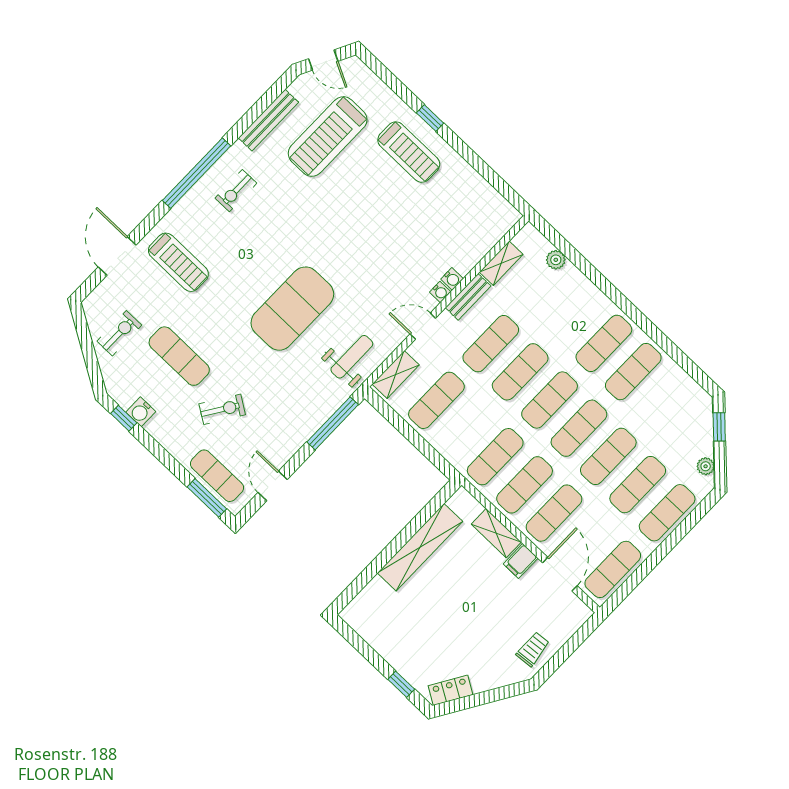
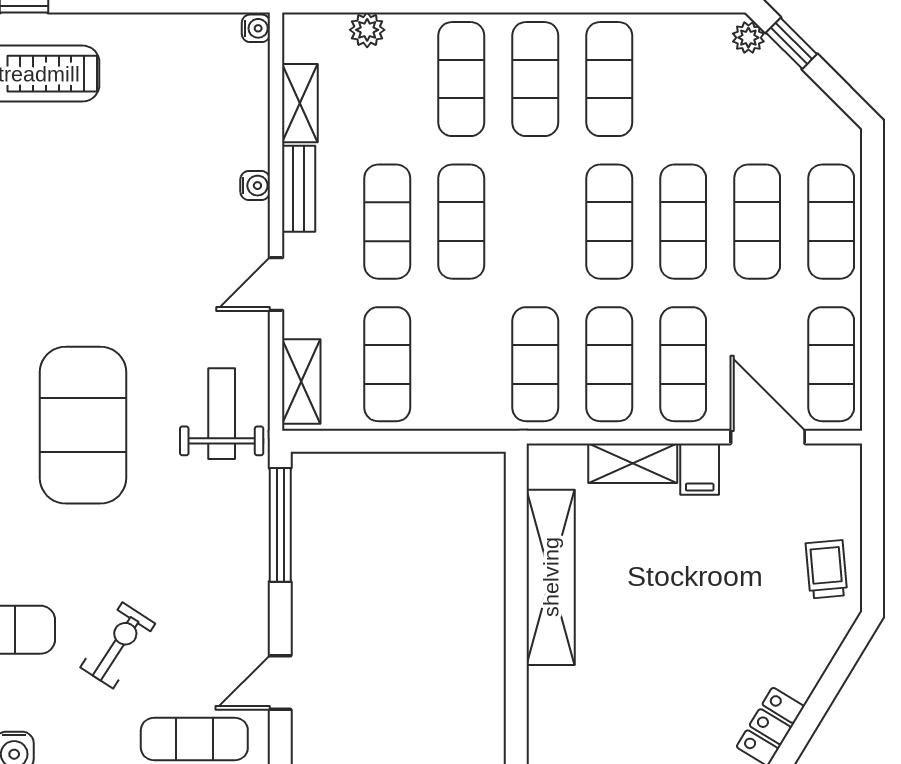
water cooler: (440, 292) -> (256, 28), moved
exercise mat: (550, 400) -> (461, 79), moved
plant: (706, 466) -> (748, 38), moved
door: (273, 486) -> (280, 683), hinge flipped

